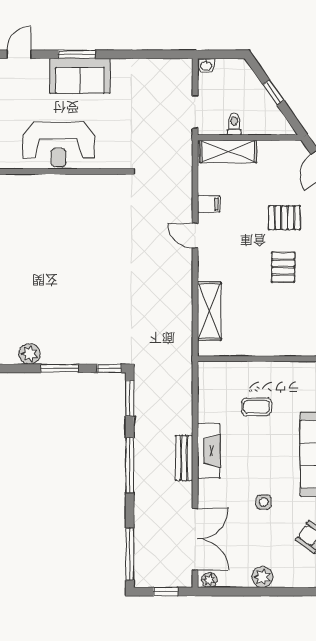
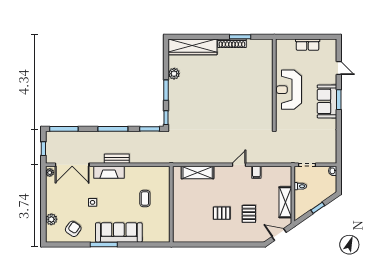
shelving: (228, 151) -> (285, 202), moved
fireplace: (209, 451) -> (109, 172), moved
plant: (262, 577) -> (51, 219), moved

